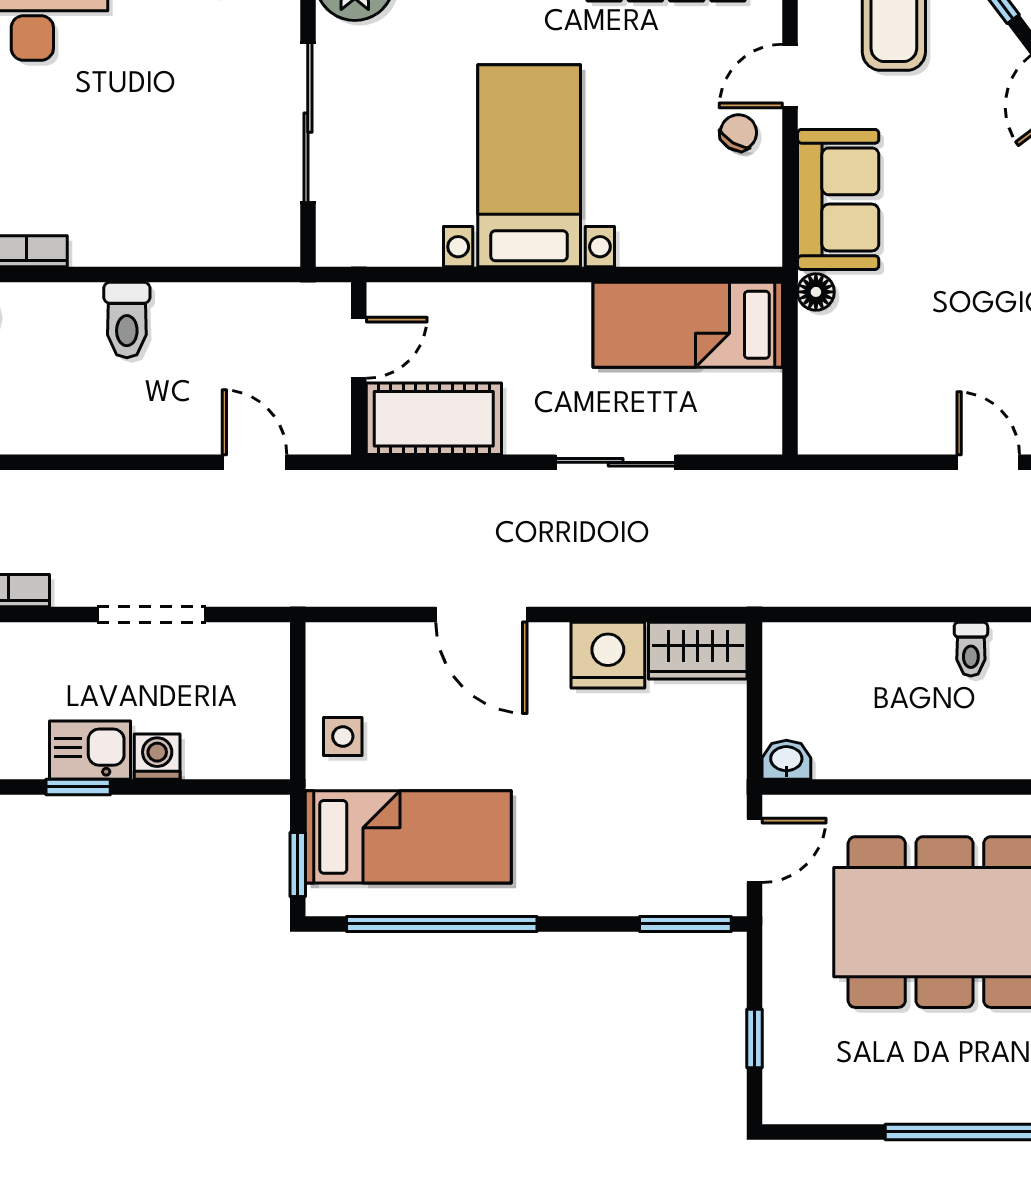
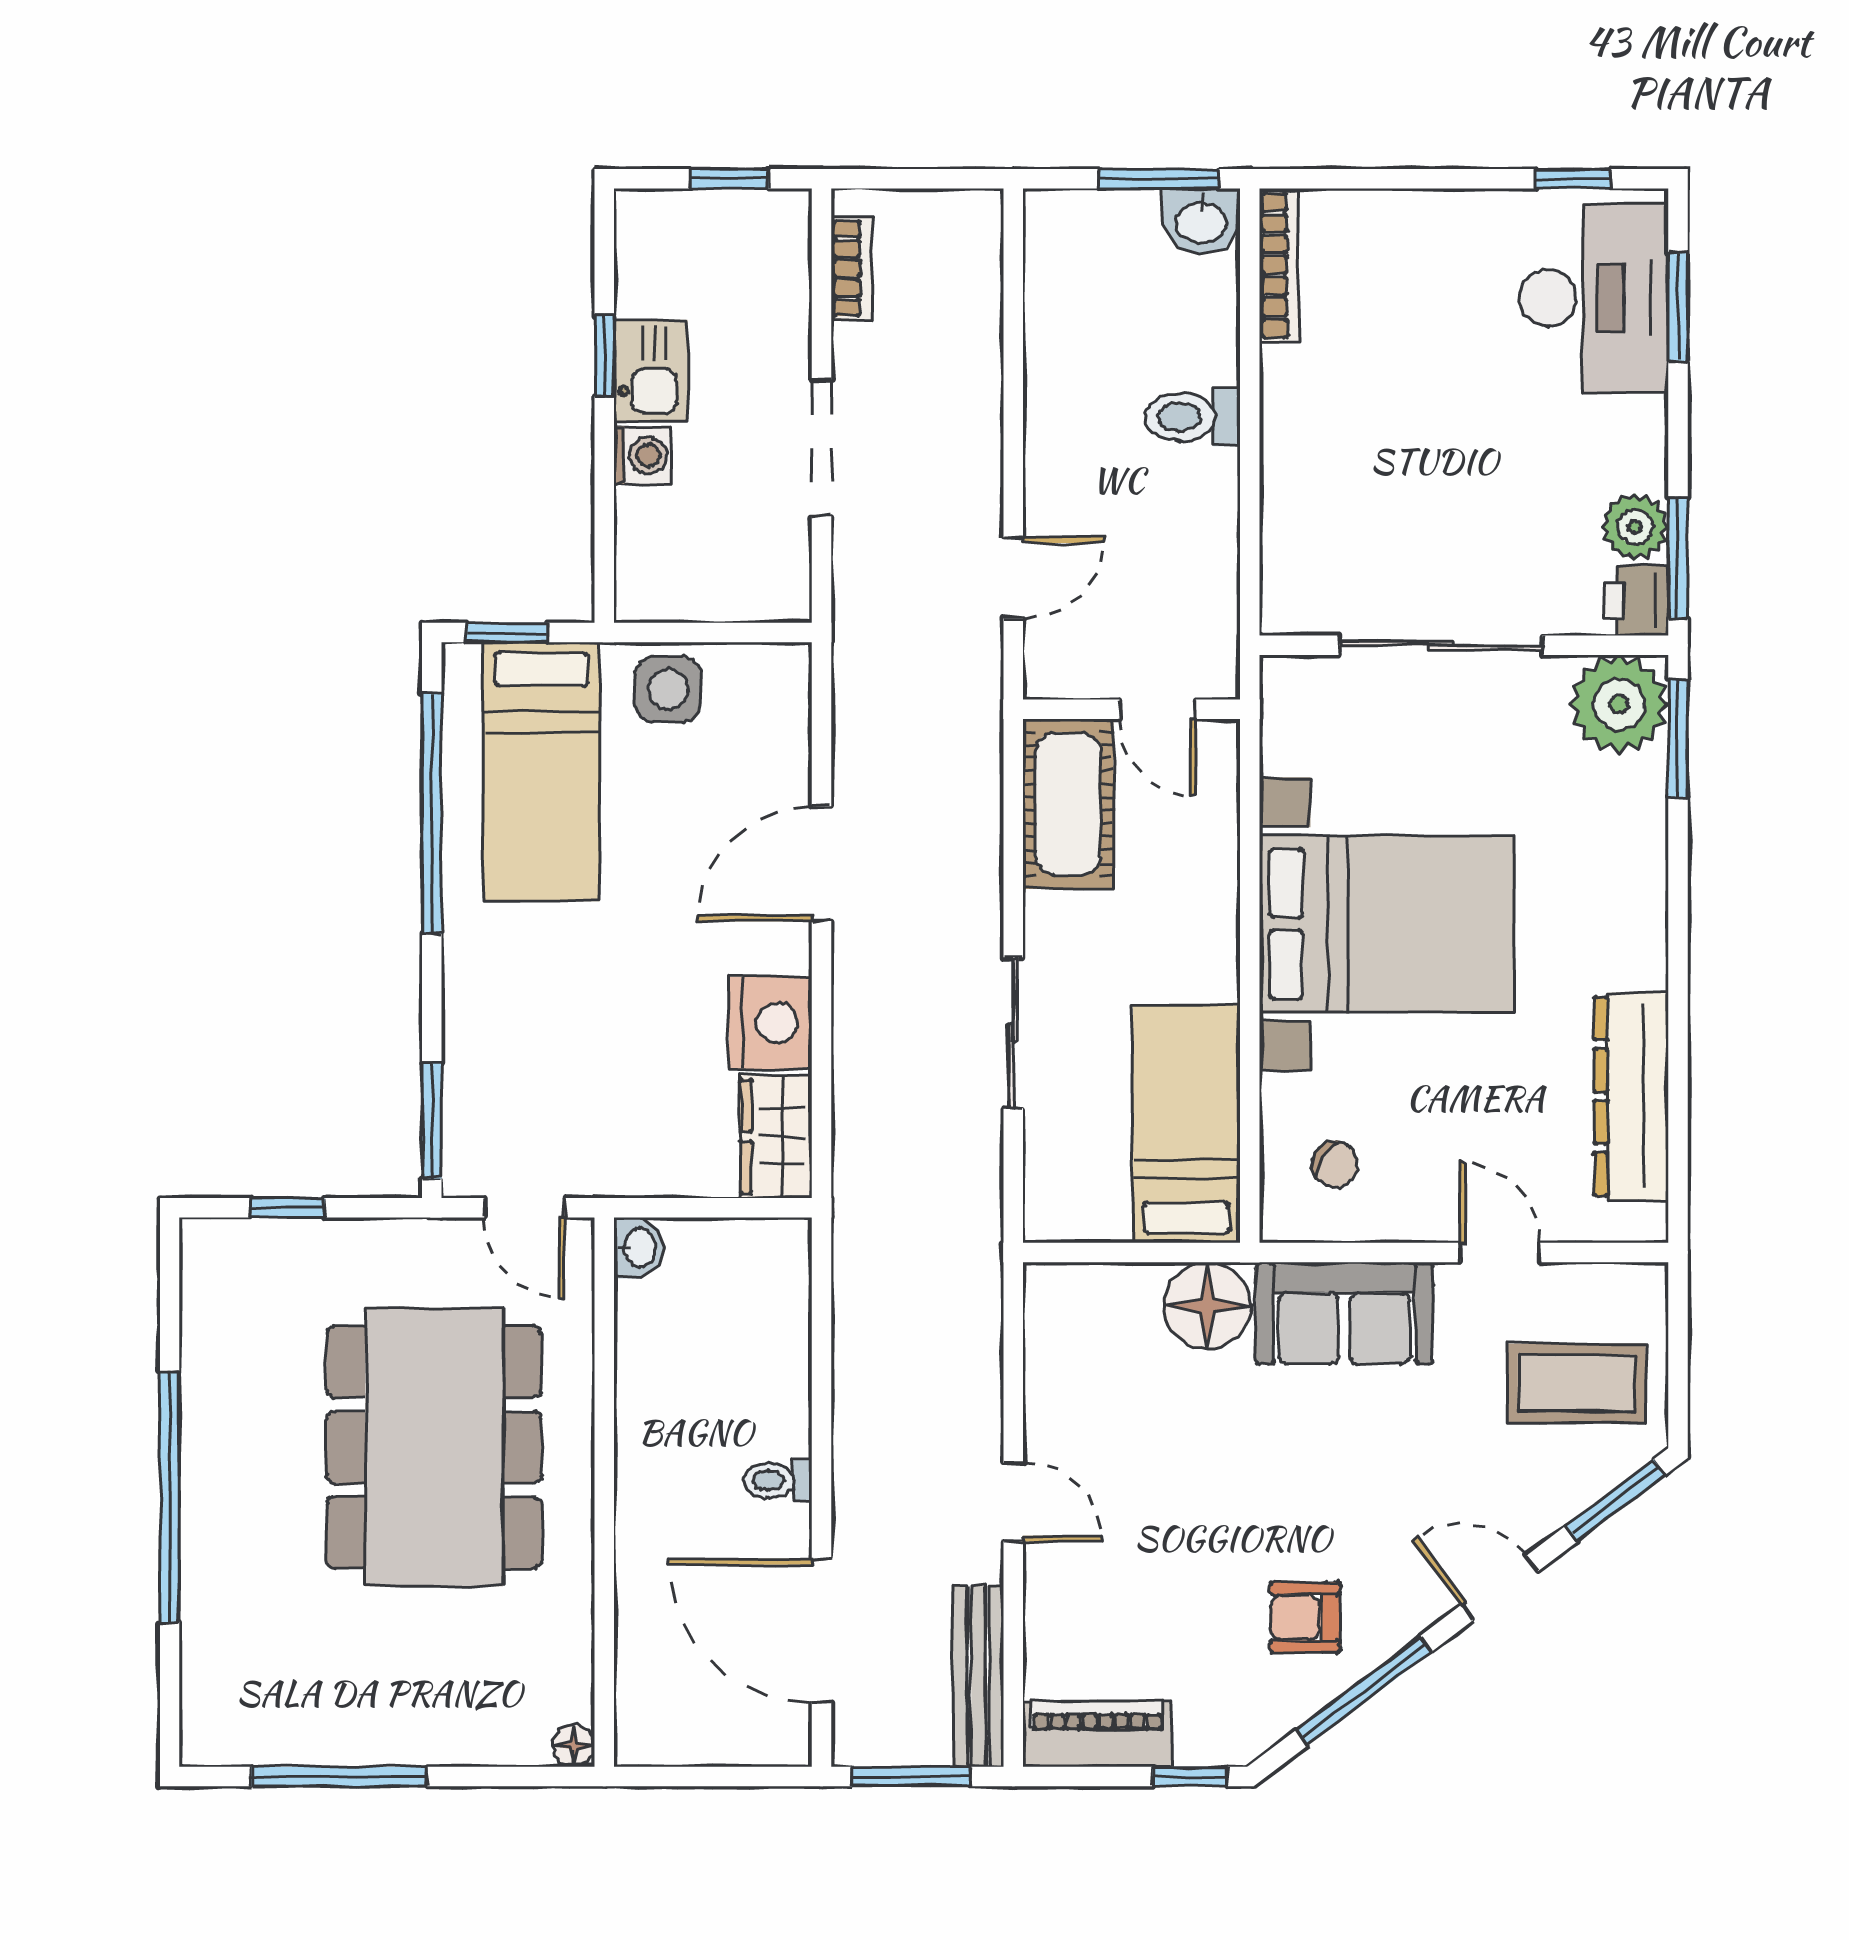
chair: (738, 133) -> (1335, 1165), moved
bed with nightstands: (529, 166) -> (1387, 924), width x1.36
floor lamp: (816, 292) -> (1207, 1306), width x1.89, depth x1.89
door: (988, 462) -> (1013, 1502), hinge flipped
side table: (343, 736) -> (668, 689), width x1.37, depth x1.37

